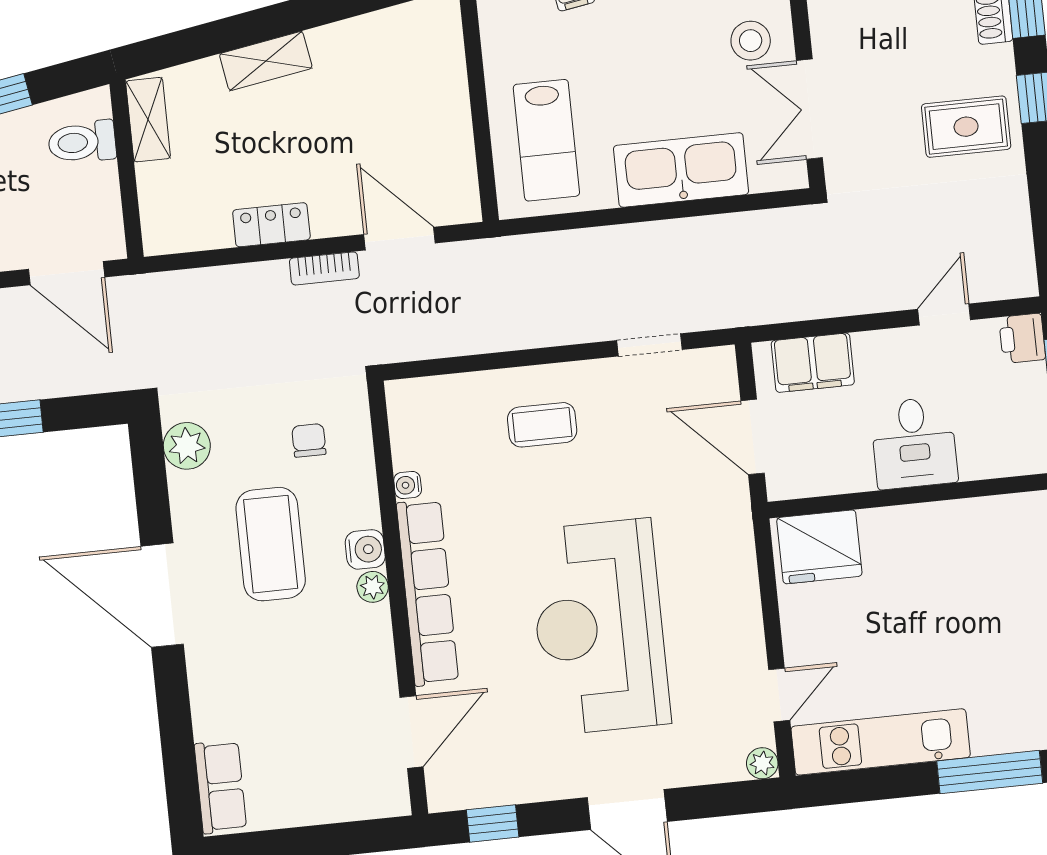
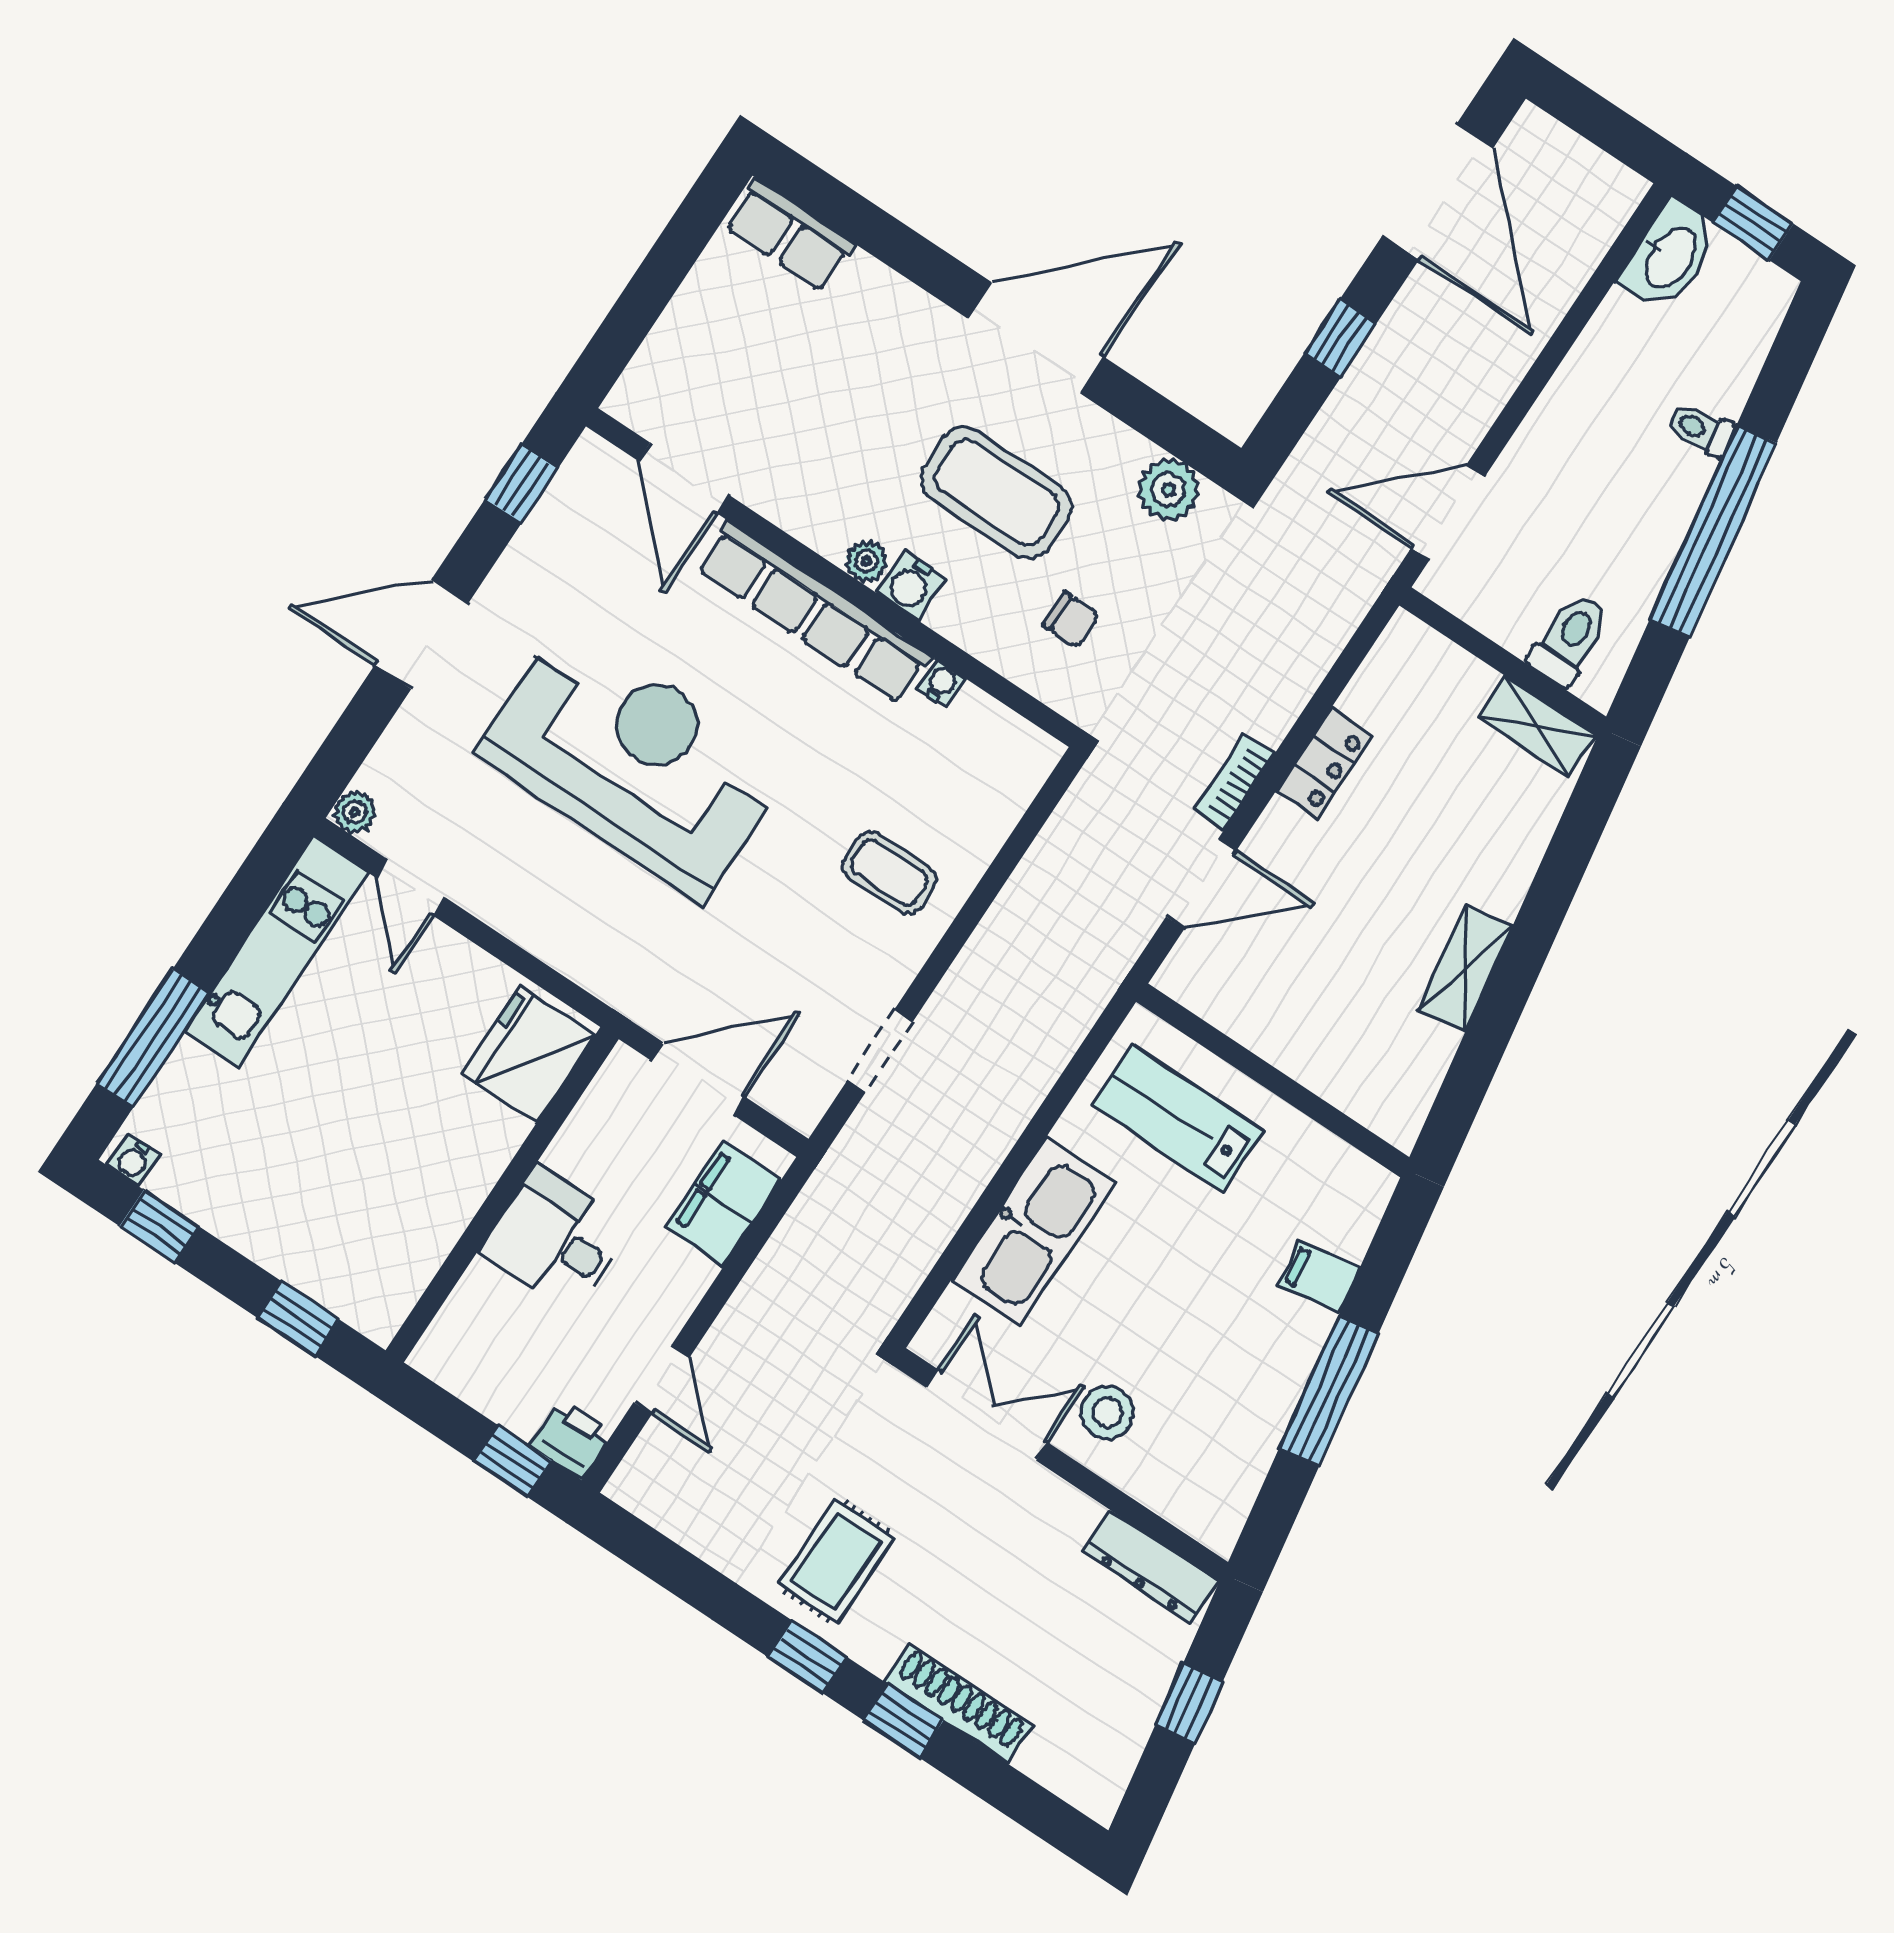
shelving: (266, 61) -> (1465, 968), moved
coffee table: (542, 425) -> (889, 873), turned 90

